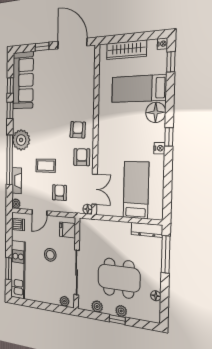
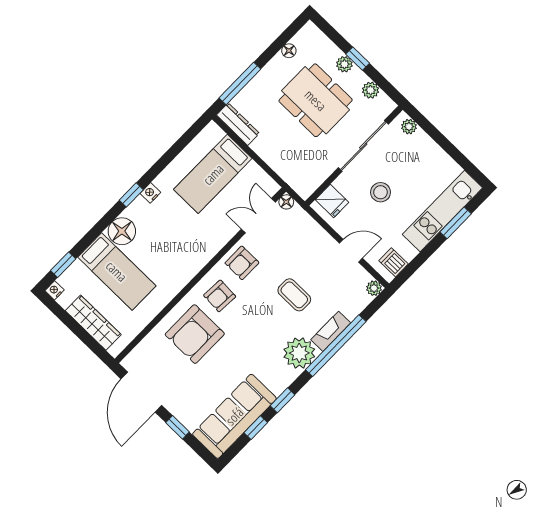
fireplace: (17, 181) -> (331, 331), moved
armchair: (59, 193) -> (195, 334), moved, width x1.88, depth x1.88

